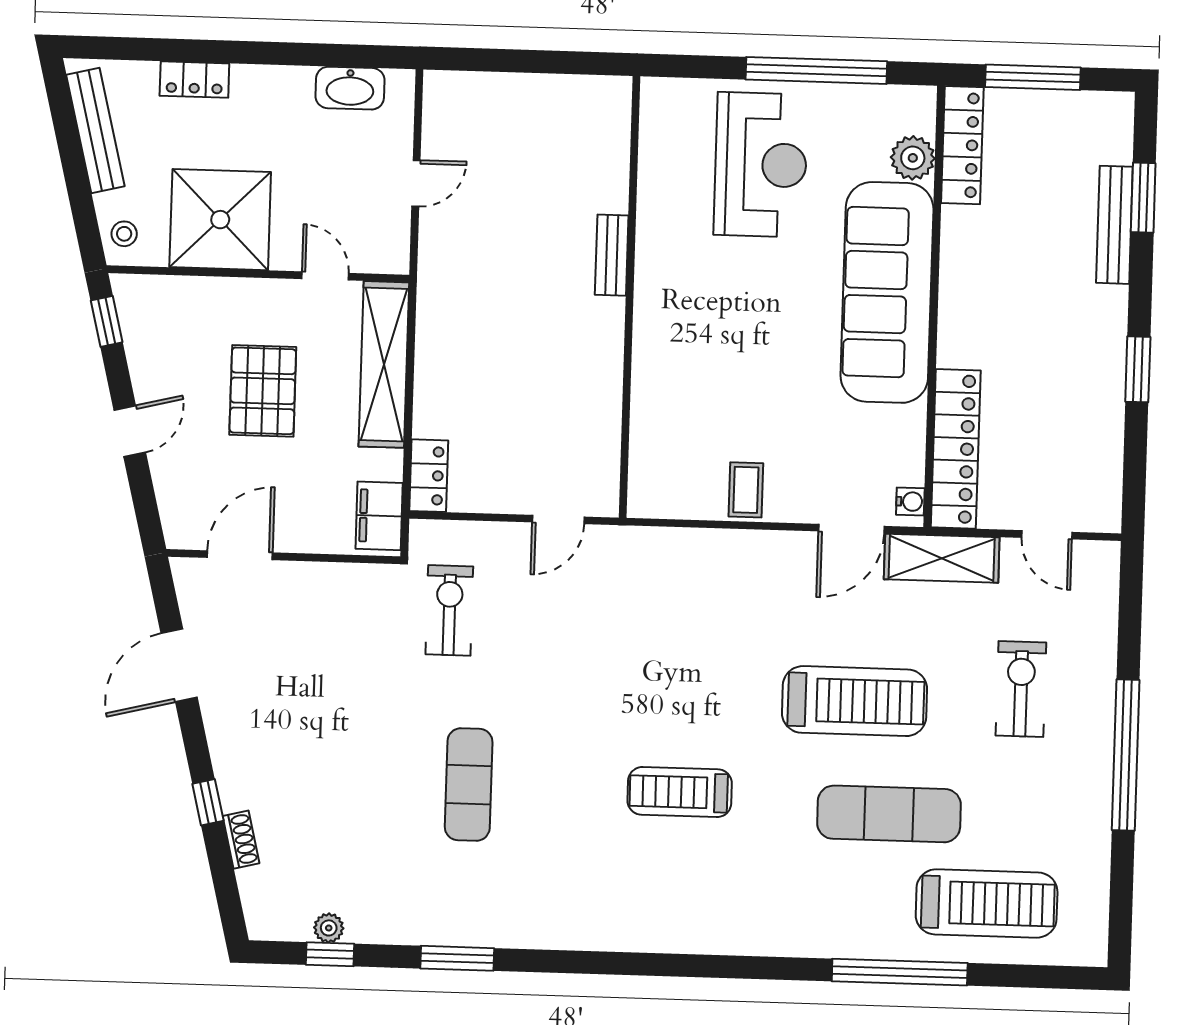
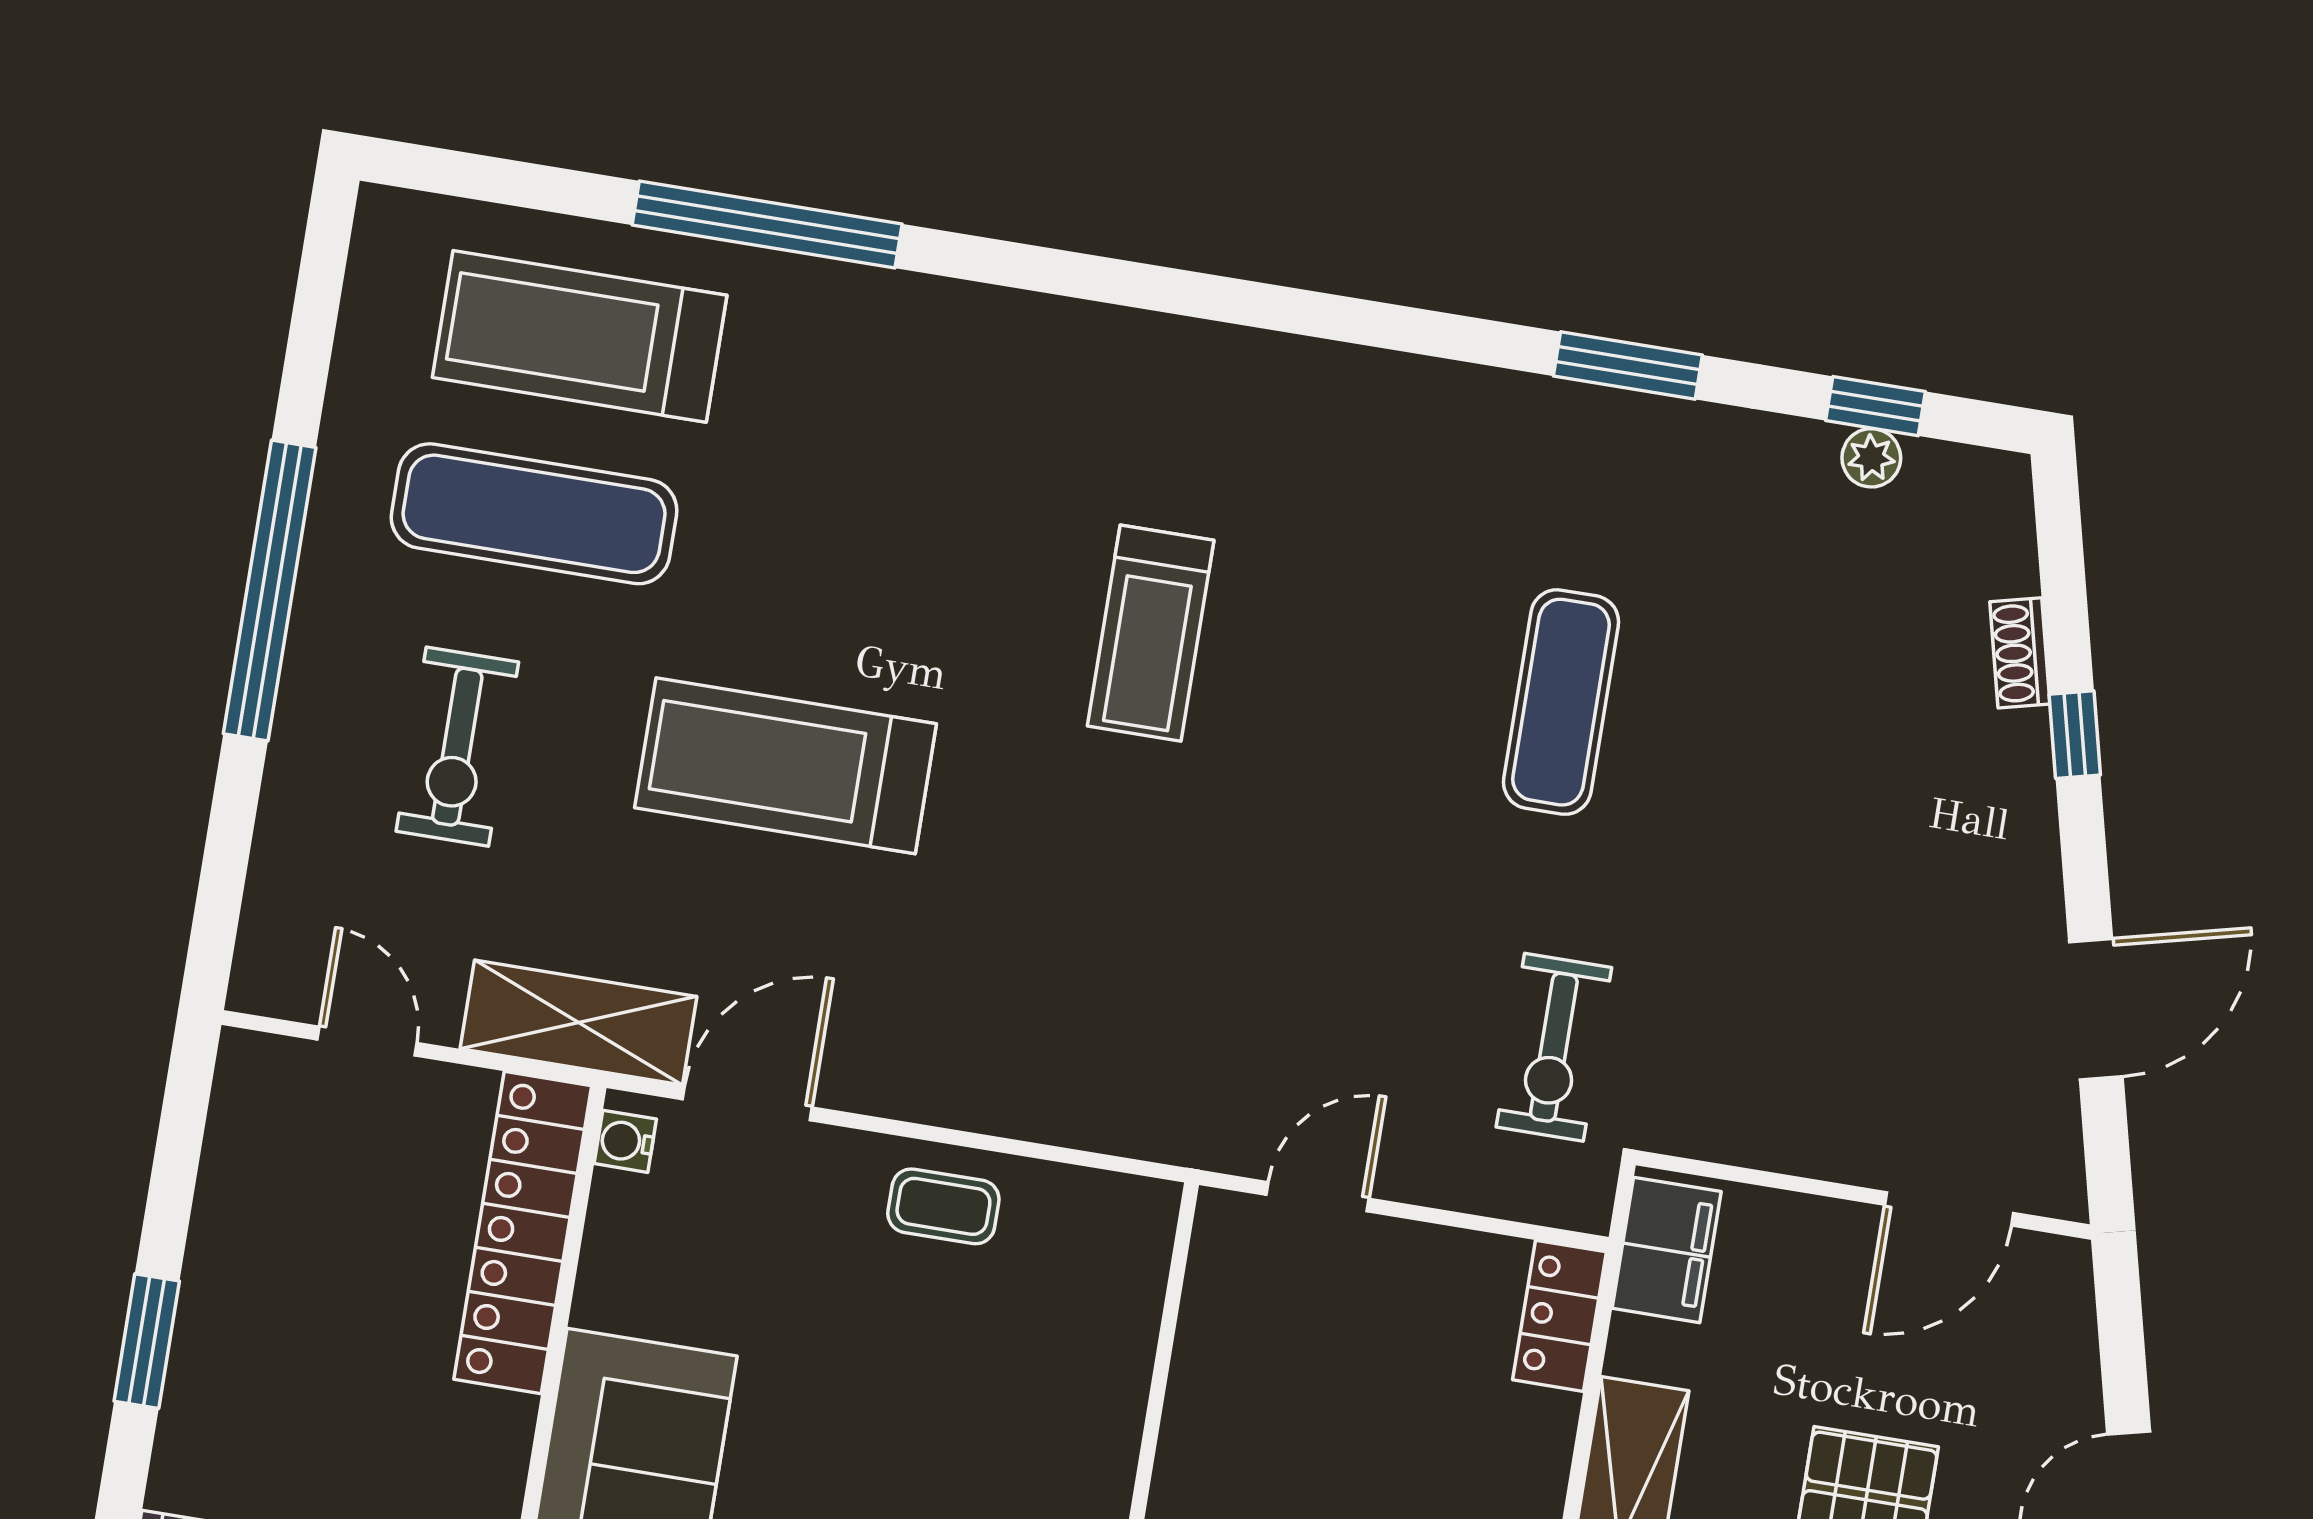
coffee table: (746, 490) -> (943, 1206), turned 90
treadmill: (680, 792) -> (1151, 633), turned 90
exercise mat: (889, 814) -> (534, 514), moved

